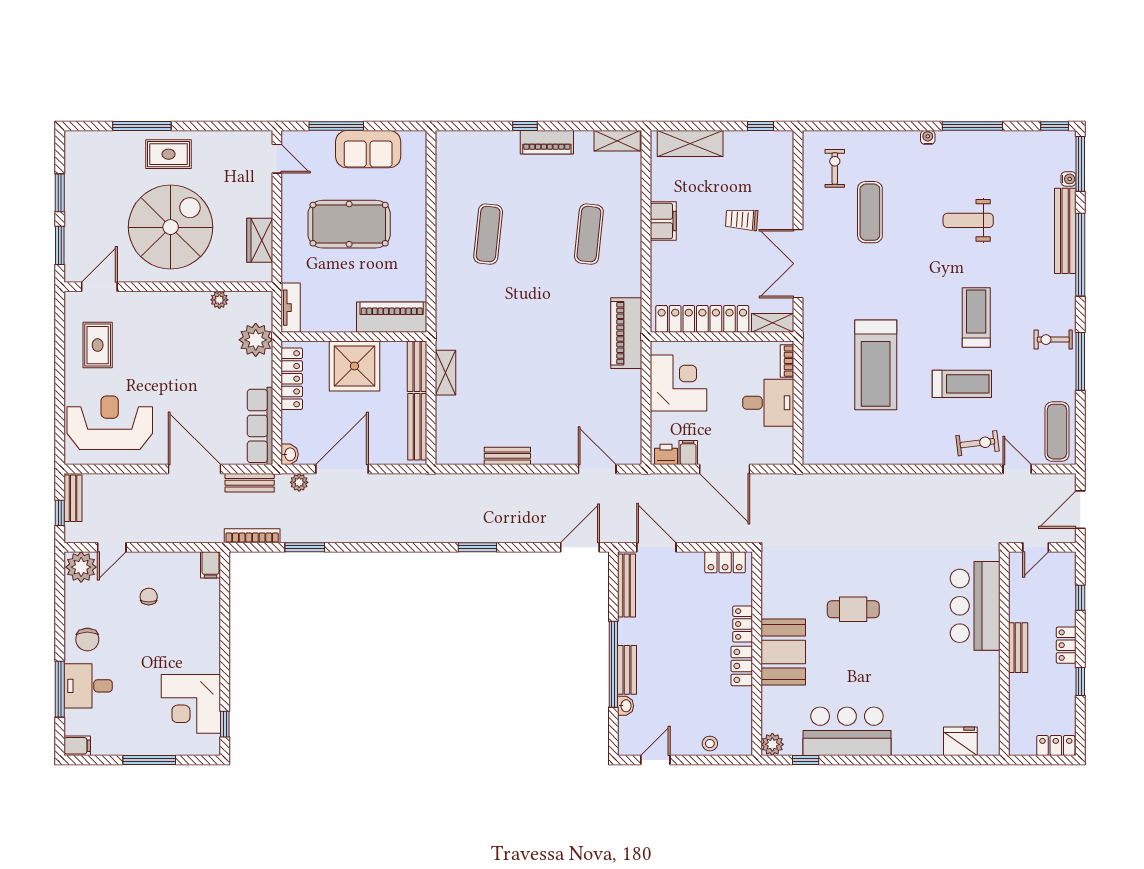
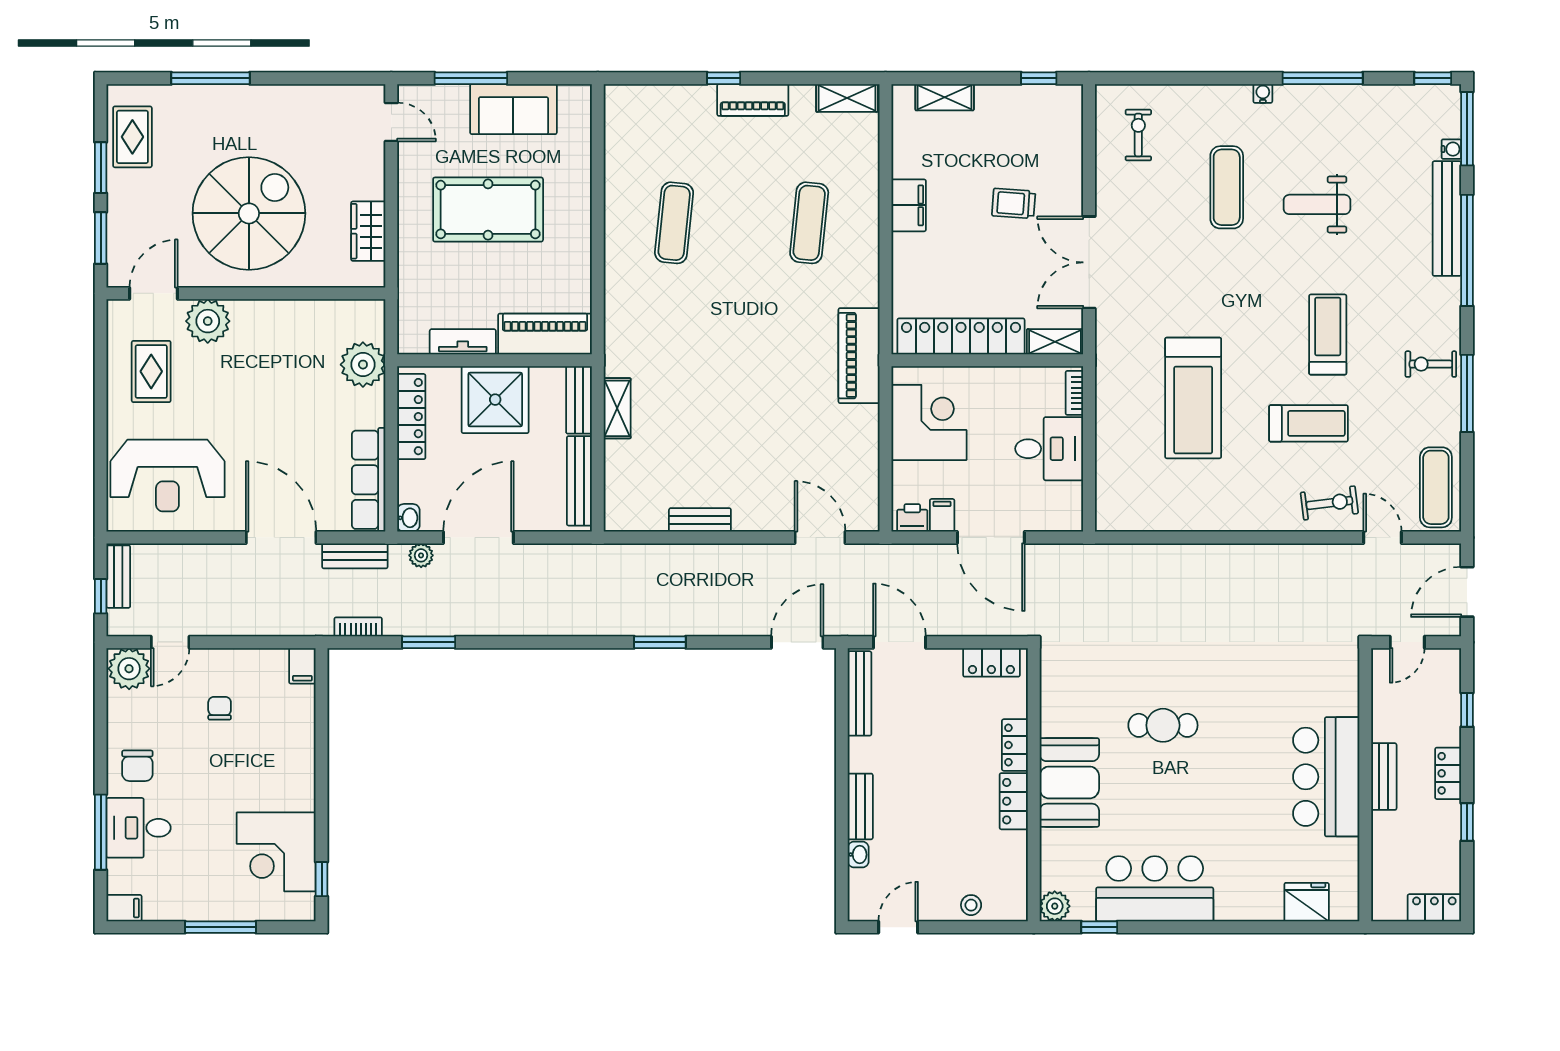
shelving: (690, 143) -> (945, 97), width x0.67, depth x0.75
rug: (169, 154) -> (132, 137), moved, turned 90
exercise mat: (870, 212) -> (1227, 187), moved
plant: (219, 300) -> (208, 321), moved, width x1.88, depth x1.88
tv unit: (291, 308) -> (463, 342), moved, turned -90
reception desk: (110, 423) -> (167, 476), turned 180
bookcase: (252, 536) -> (358, 627), width x0.64
bar counter: (975, 606) -> (1326, 777), moved
window: (613, 664) -> (842, 799), removed

